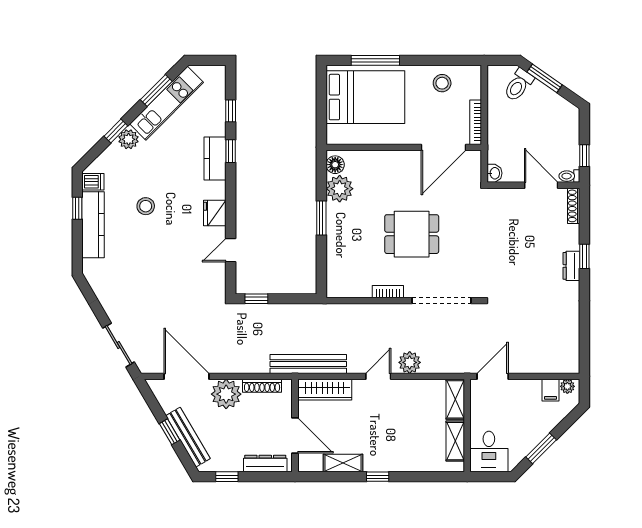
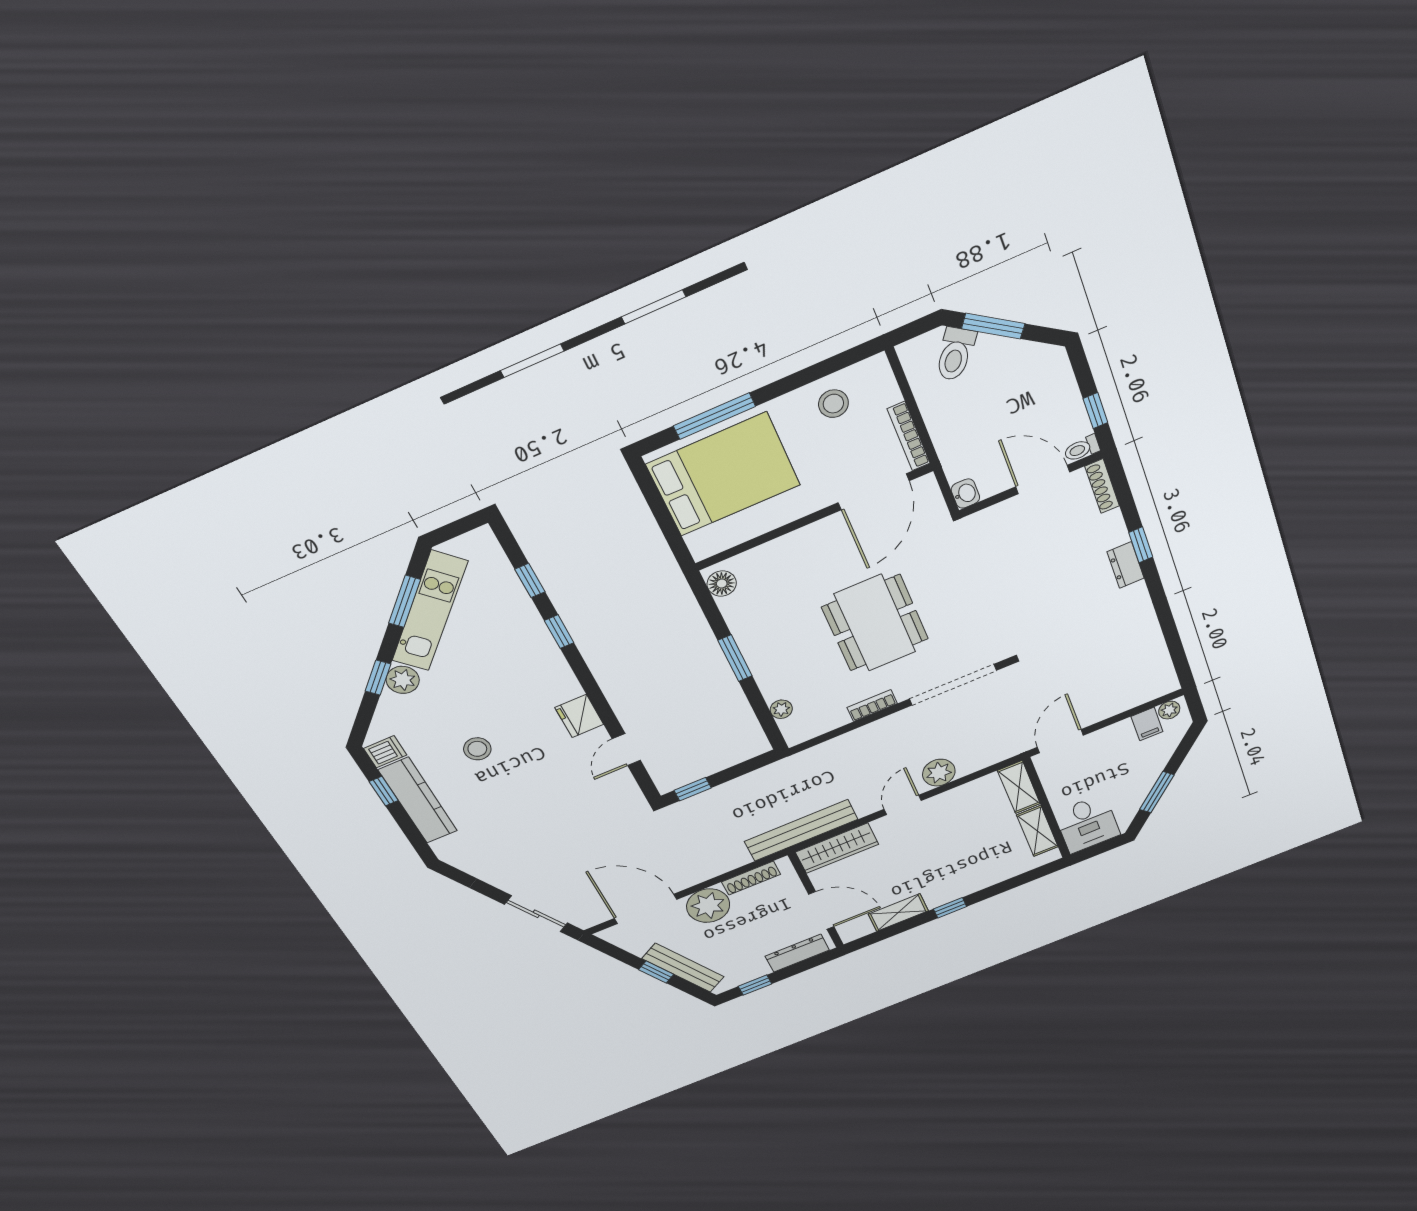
kitchen counter: (215, 159) -> (542, 650), removed
plant: (340, 189) -> (781, 709), moved, width x0.53, depth x0.53
dining table: (412, 234) -> (875, 623), width x1.38

